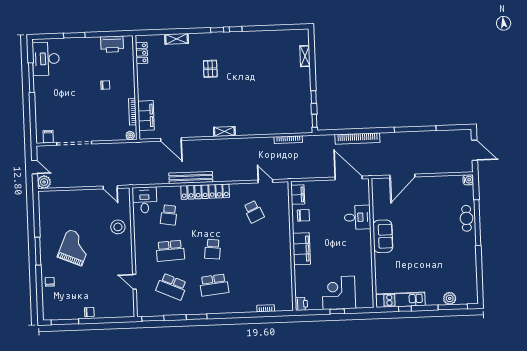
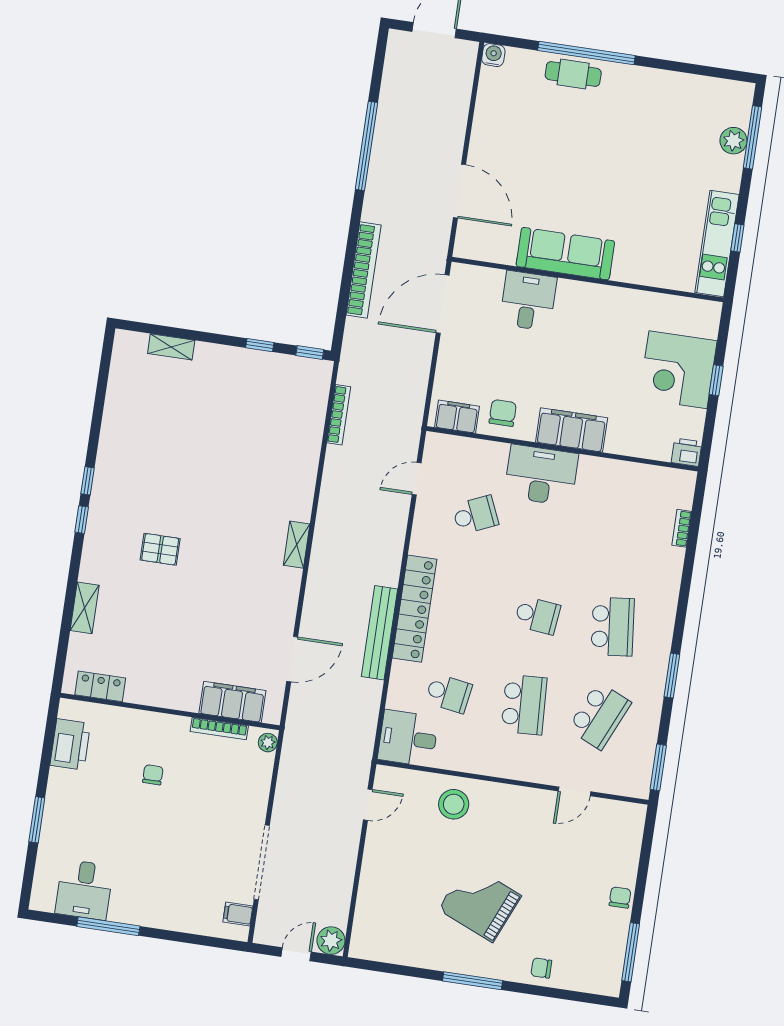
desk: (46, 59) -> (84, 890), width x0.73
sofa: (383, 236) -> (565, 254), width x1.36
desk: (278, 239) -> (541, 475), added

